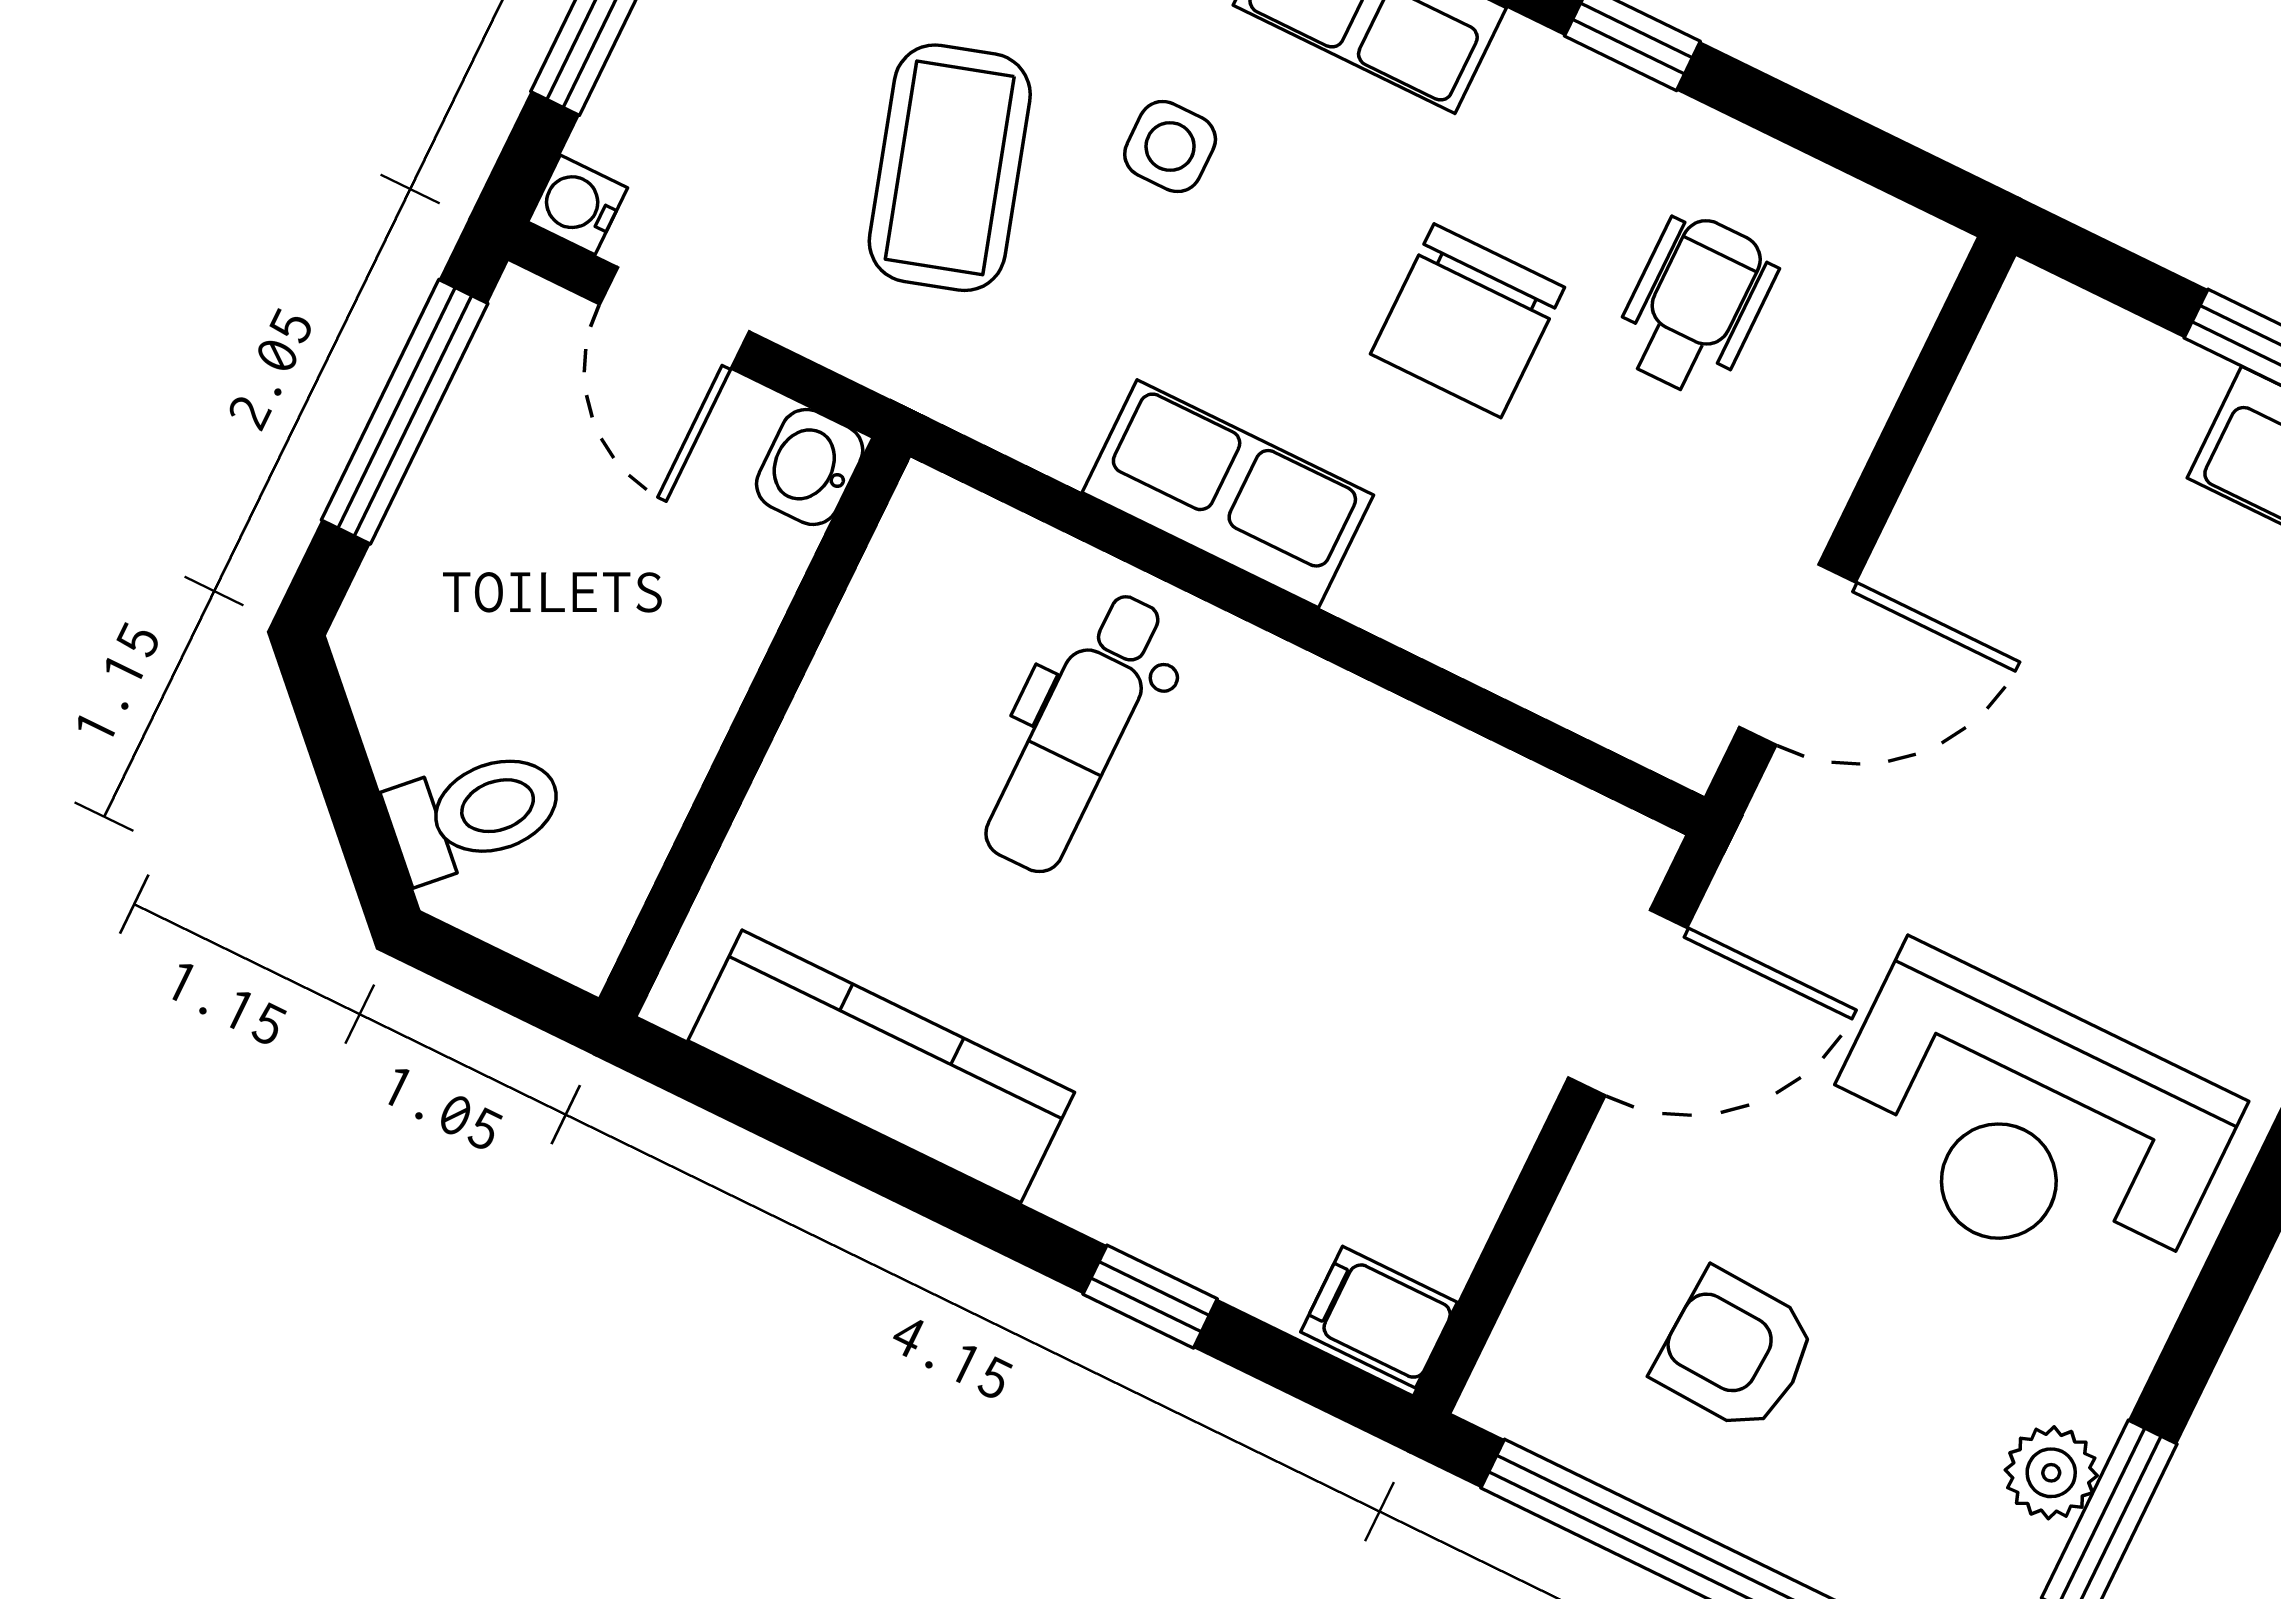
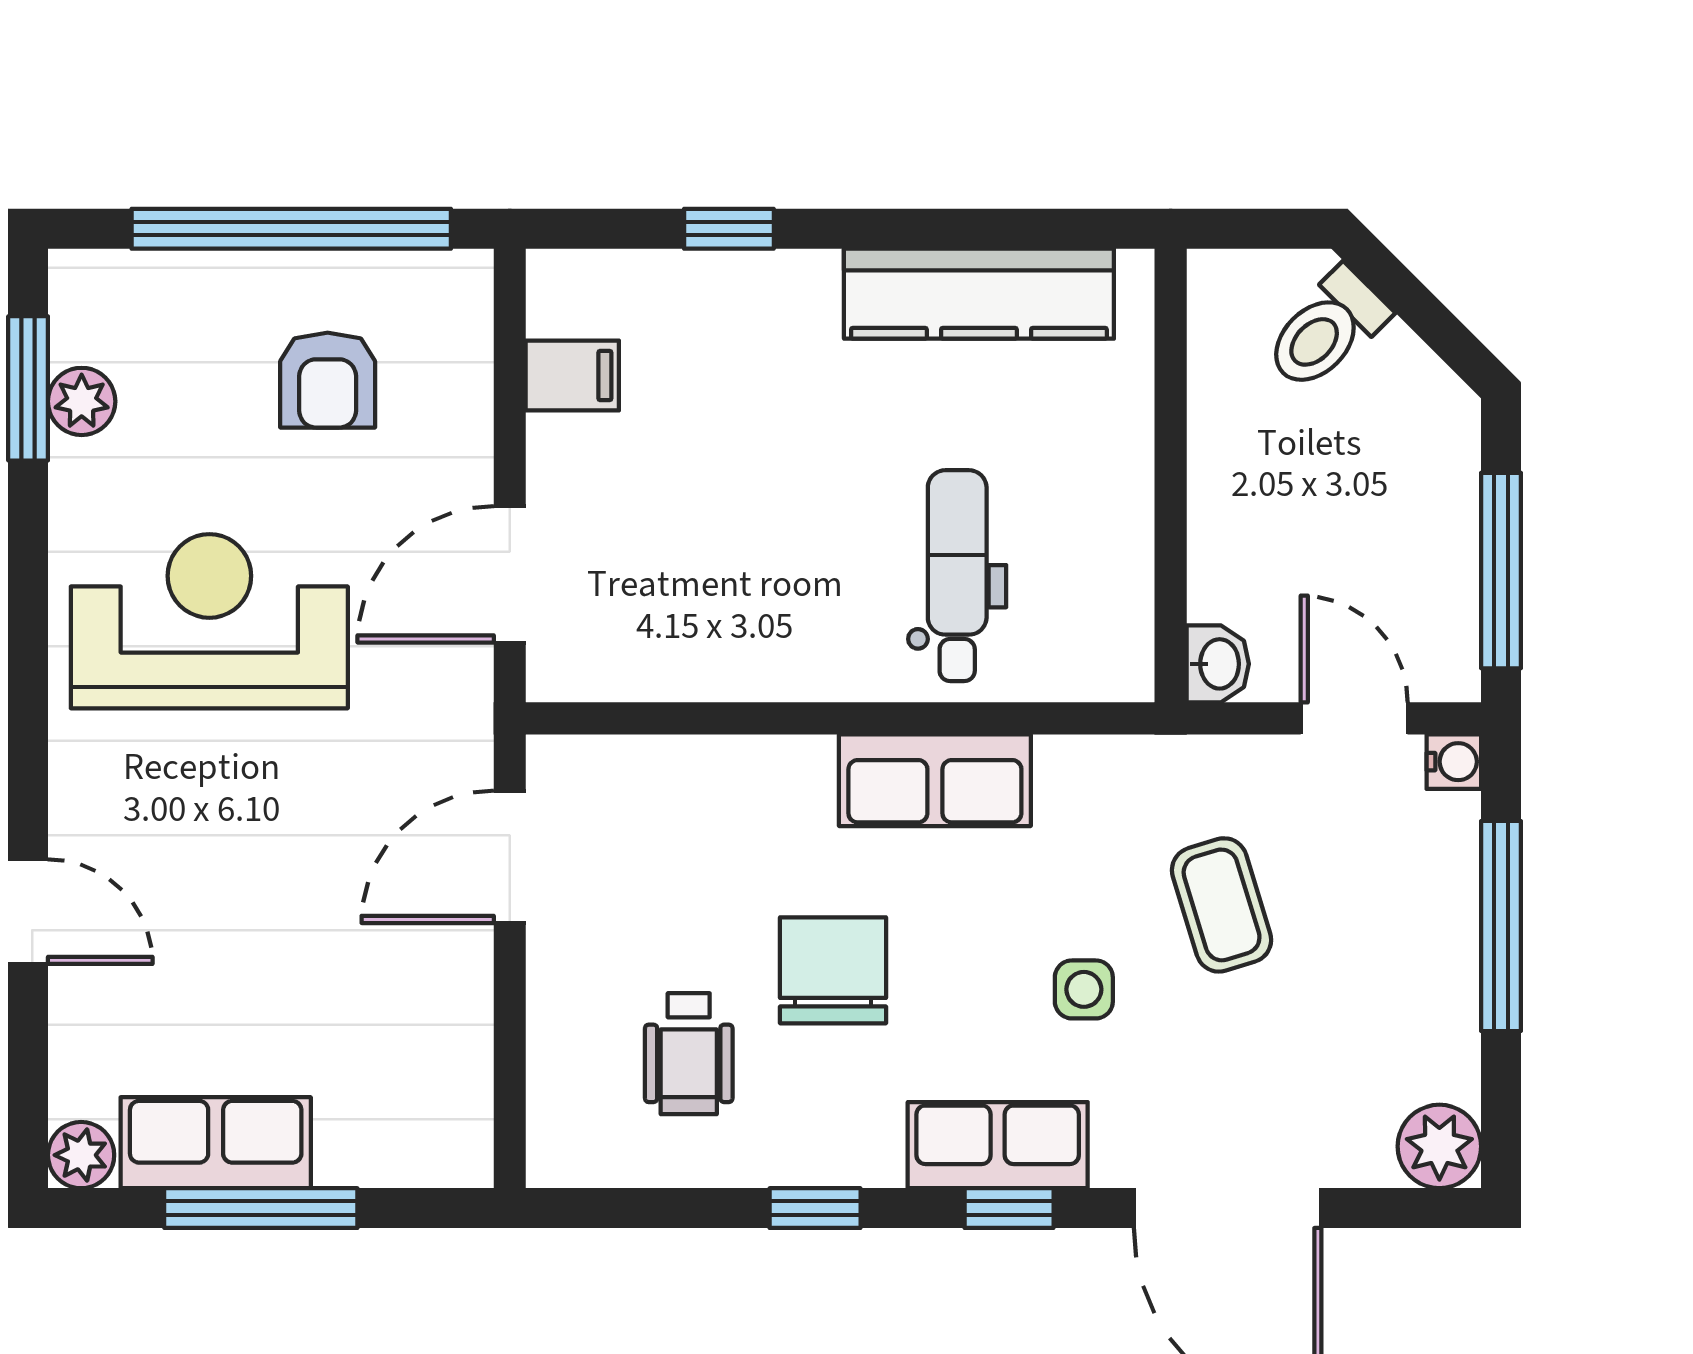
coffee table: (950, 168) -> (1222, 905), width x0.73, depth x0.77
filing cabinet: (1379, 1317) -> (572, 375), moved
armchair: (1735, 1351) -> (328, 380), turned 87

